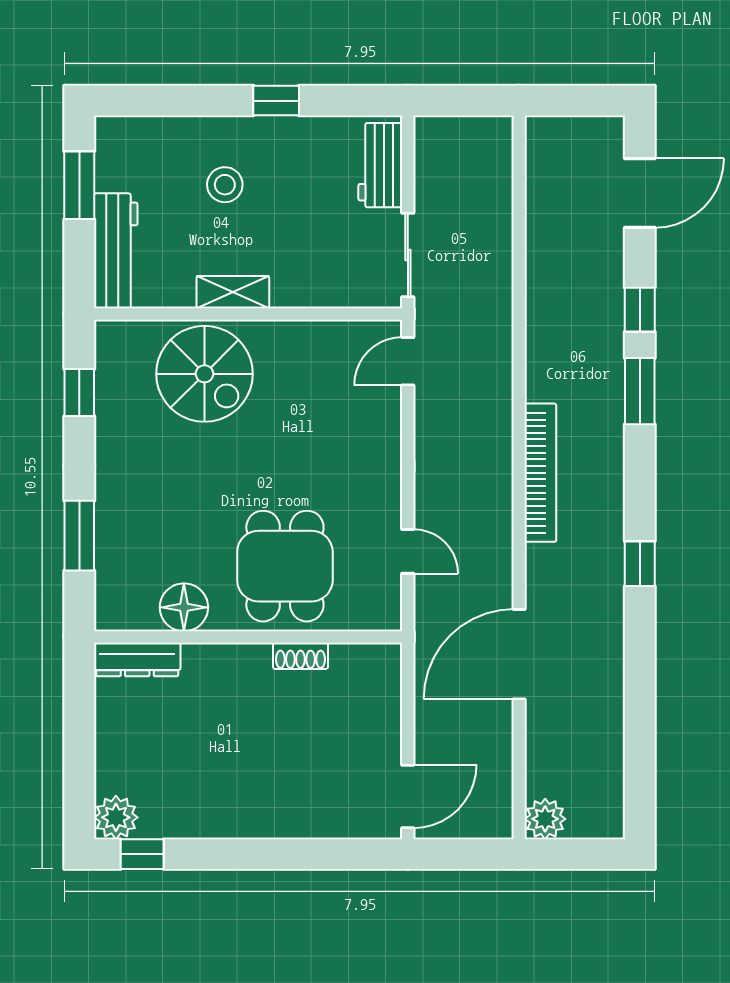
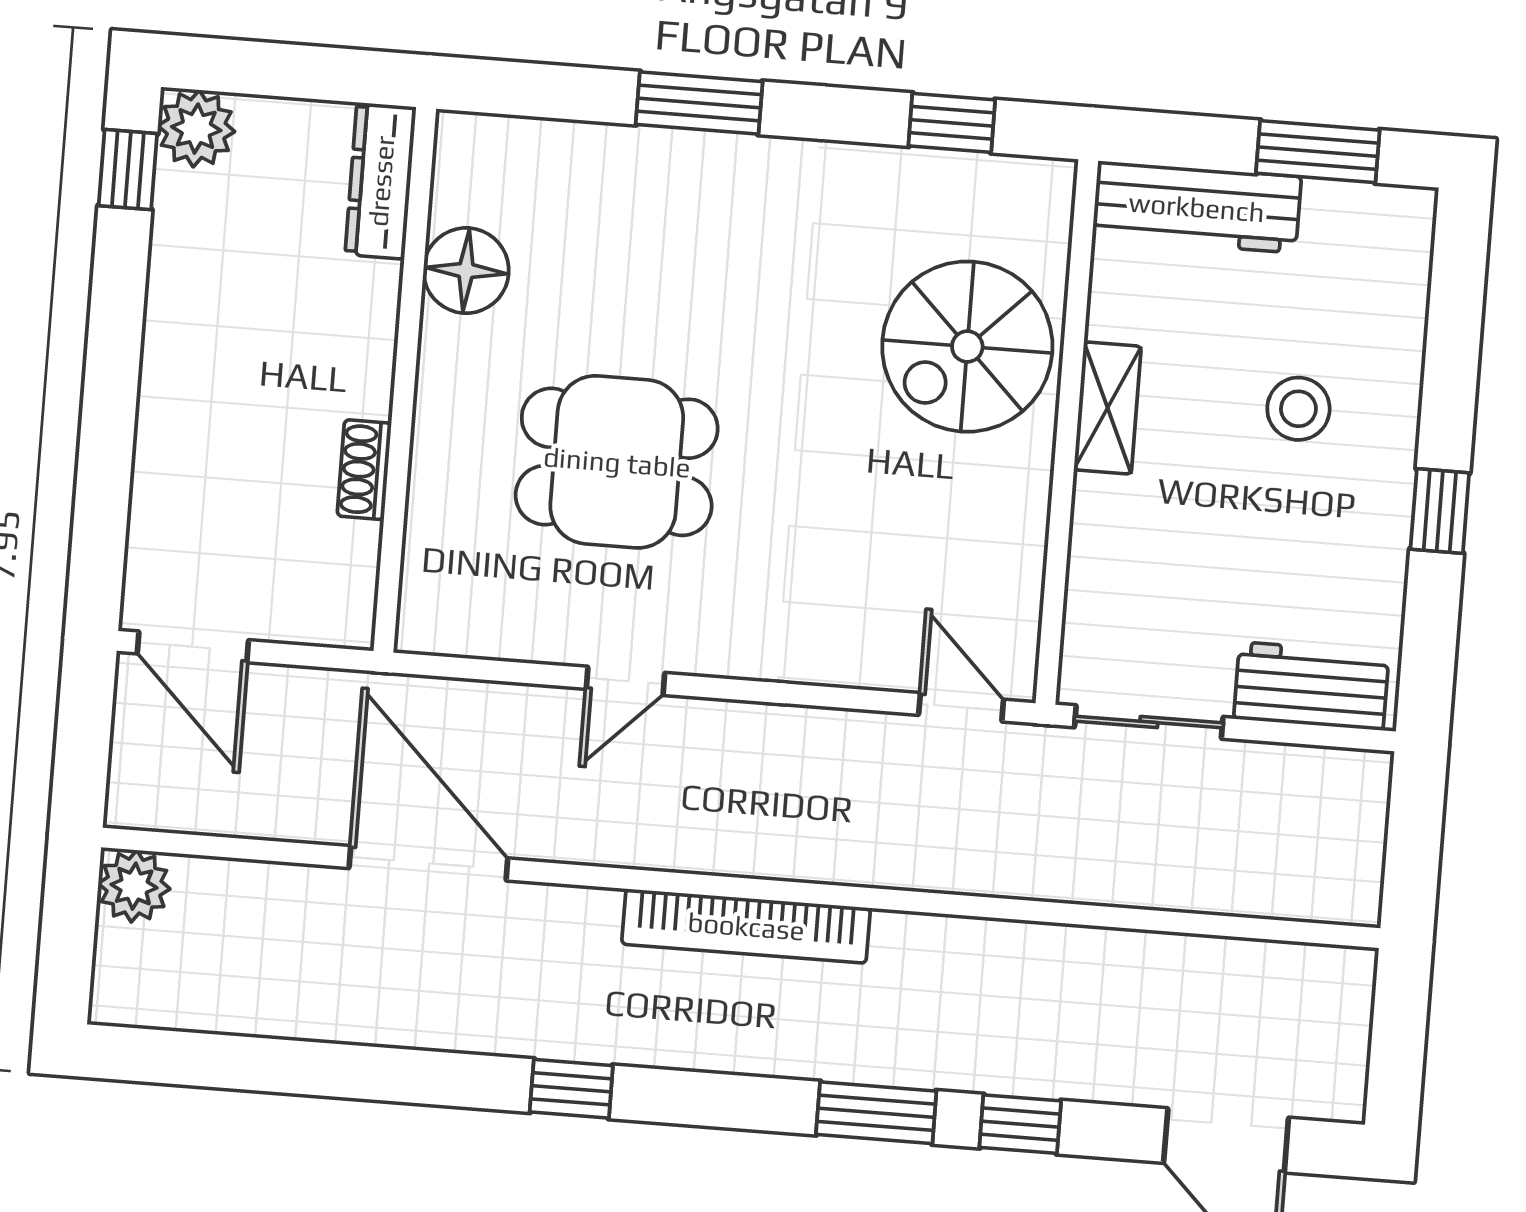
floor lamp: (184, 607) -> (466, 271), moved
wall: (248, 637) -> (405, 380), moved
shoe rack: (300, 656) -> (364, 470), moved
dresser: (137, 659) -> (381, 181), moved

